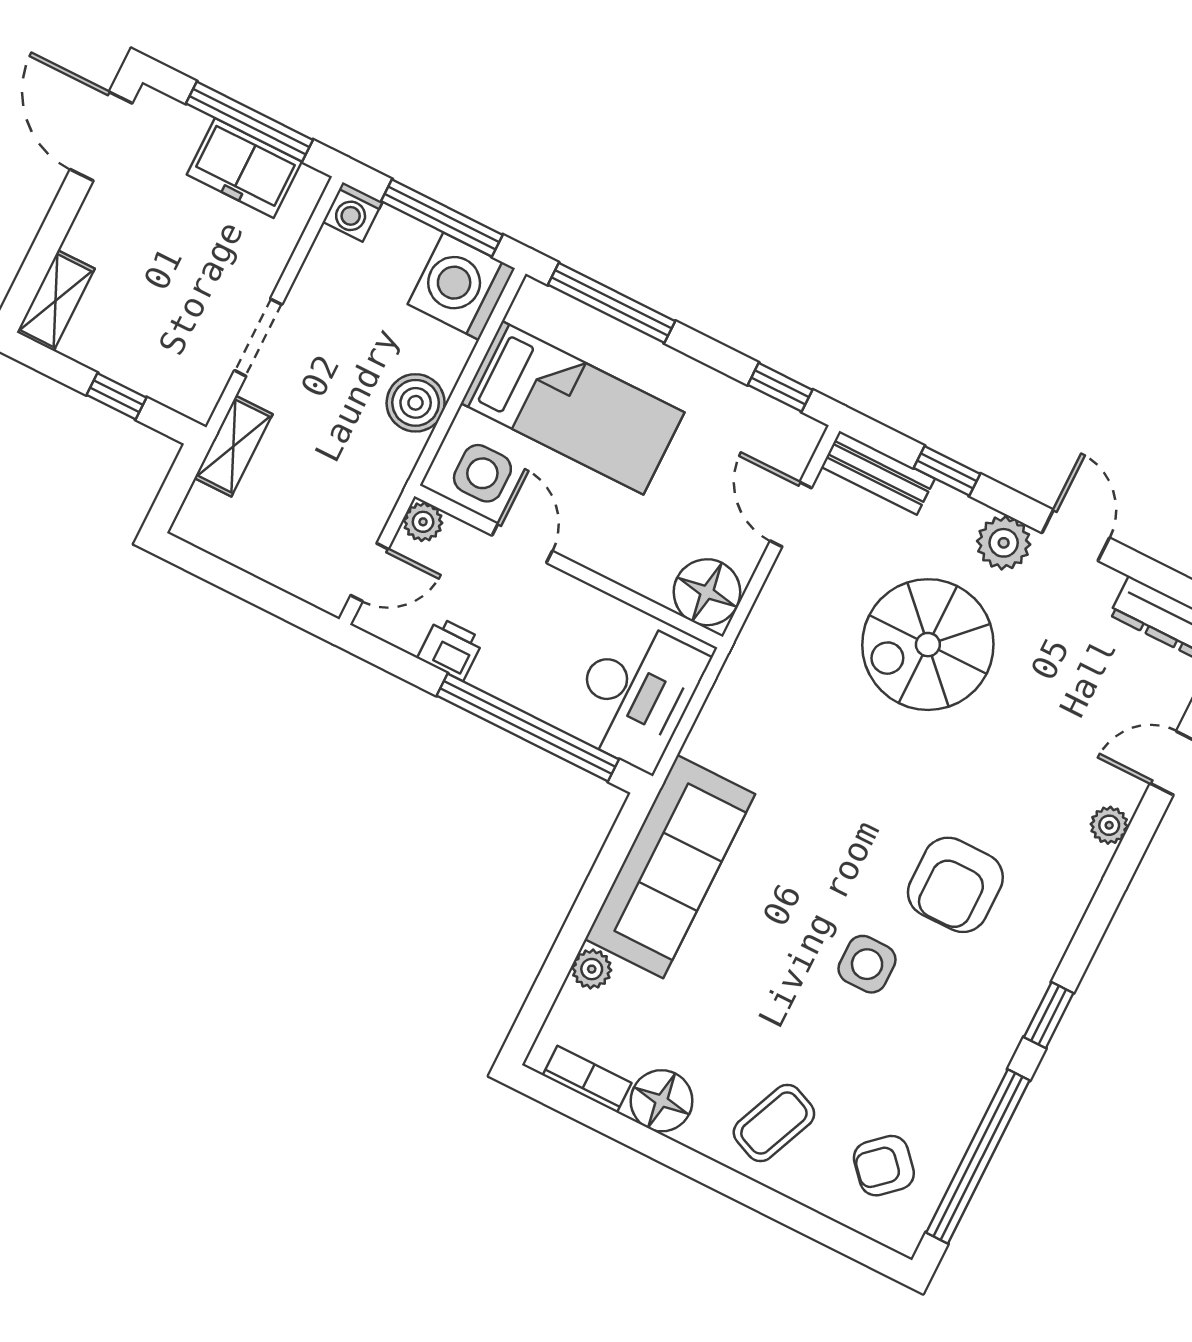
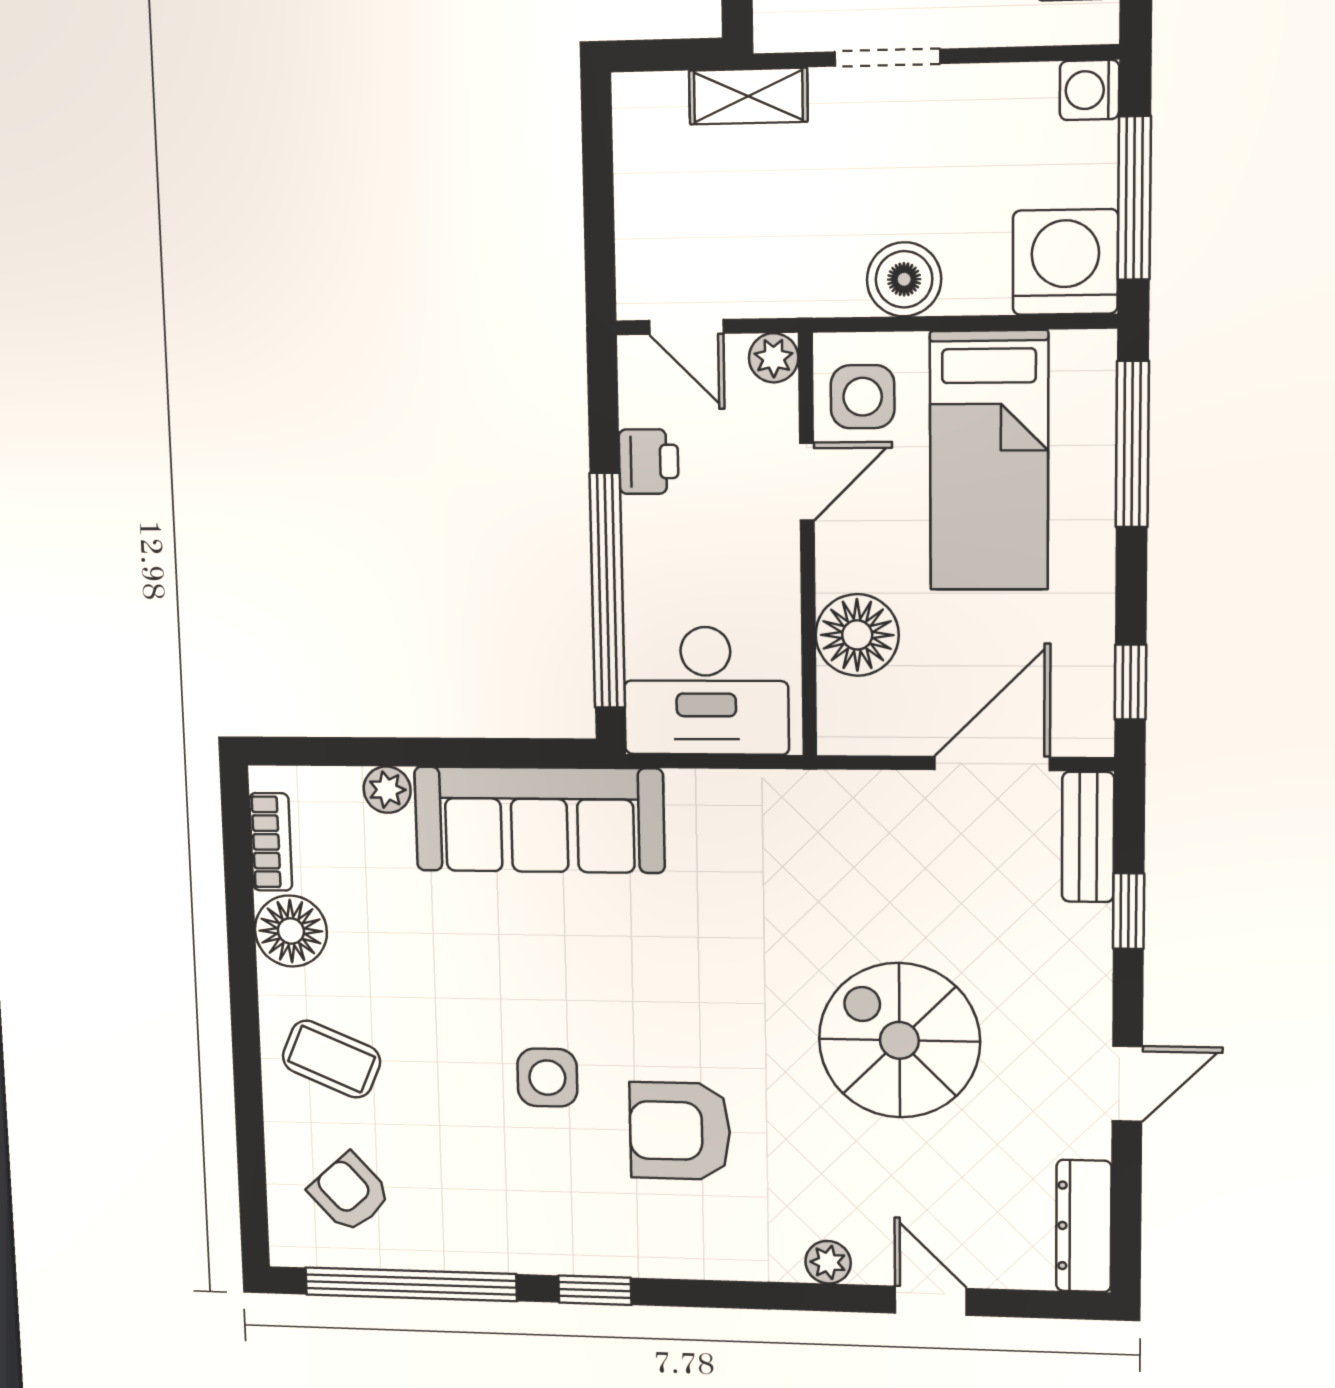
door: (791, 514) -> (992, 763), width x1.38
plant: (1004, 543) -> (1079, 1010), removed
floor lamp: (707, 592) -> (857, 635), moved
spiral stairs: (928, 645) -> (899, 1040), moved

